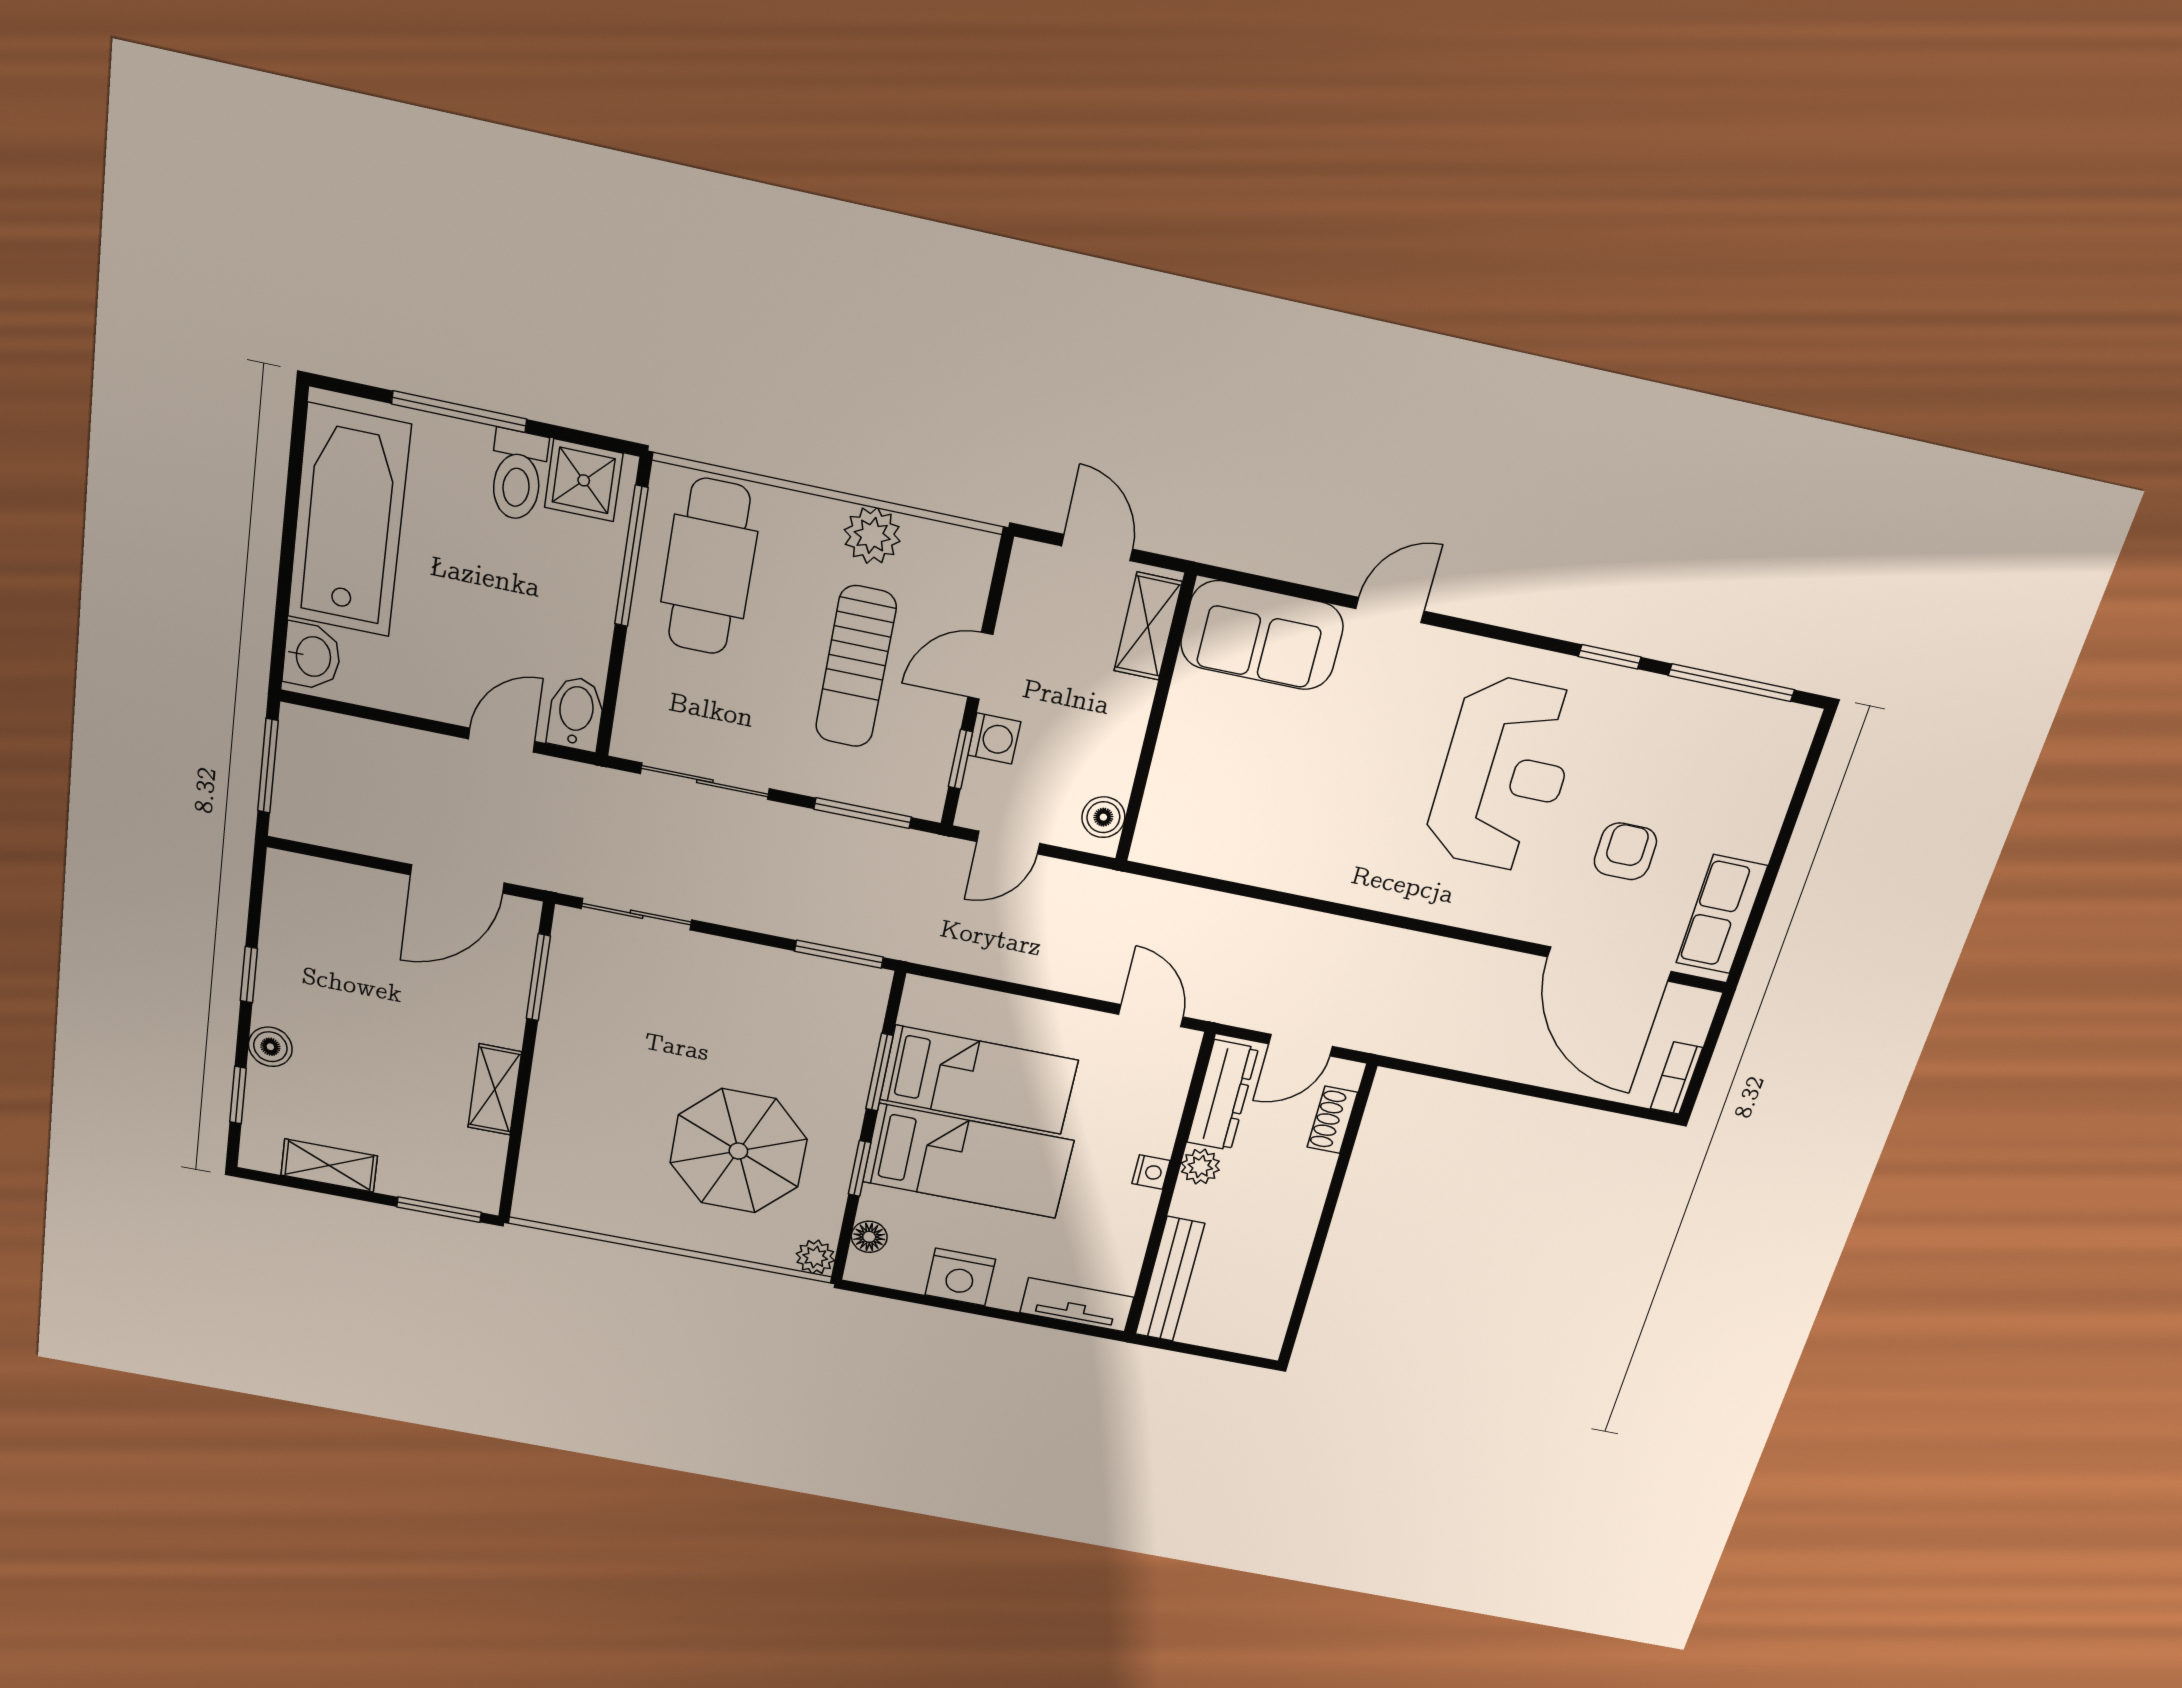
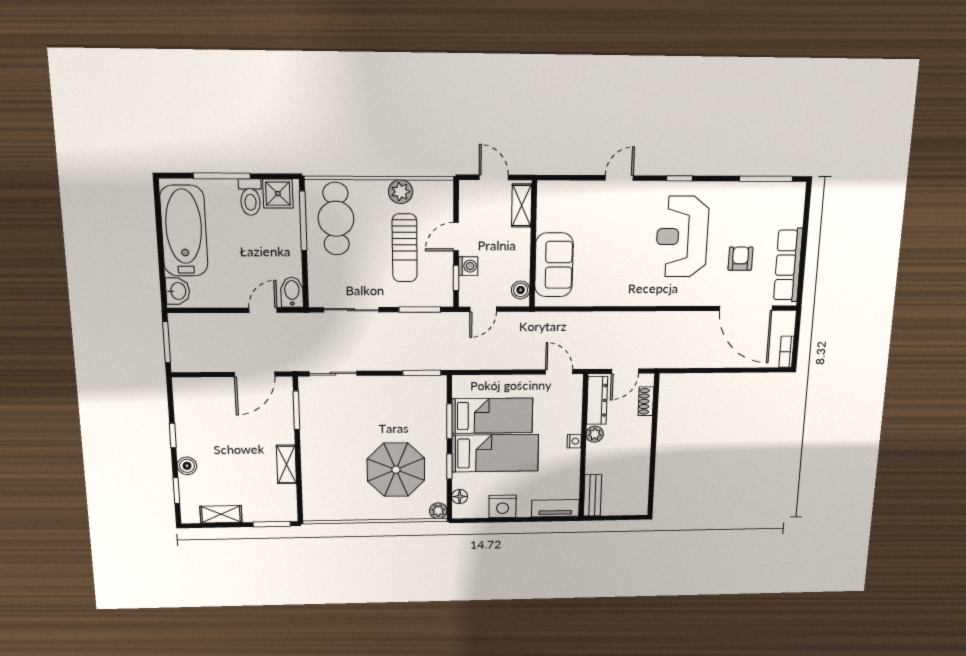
sofa: (1262, 635) -> (554, 265), moved, turned -90
window: (1610, 657) -> (680, 178), moved
reception desk: (1504, 774) -> (682, 237), turned 180
row of seats: (1722, 914) -> (788, 265), width x1.48
bench: (1170, 1279) -> (593, 495), width x0.73

